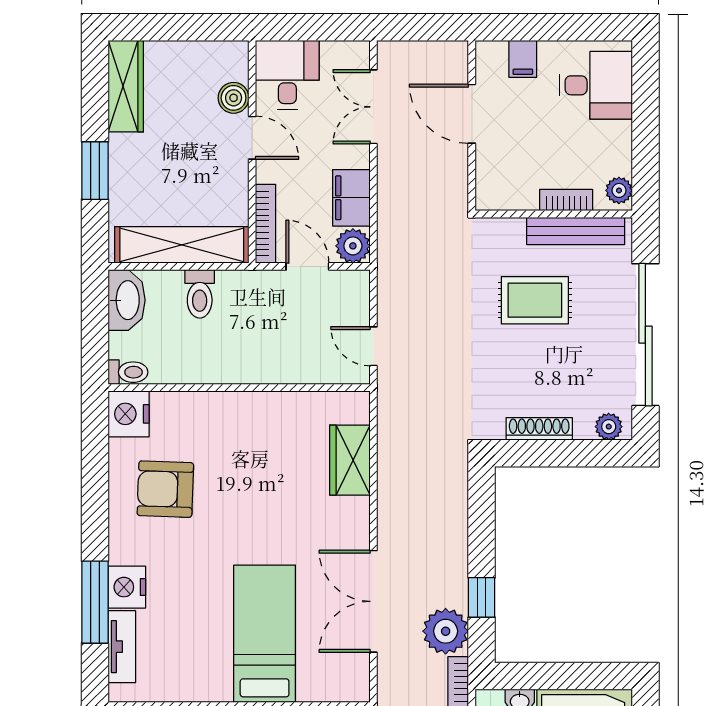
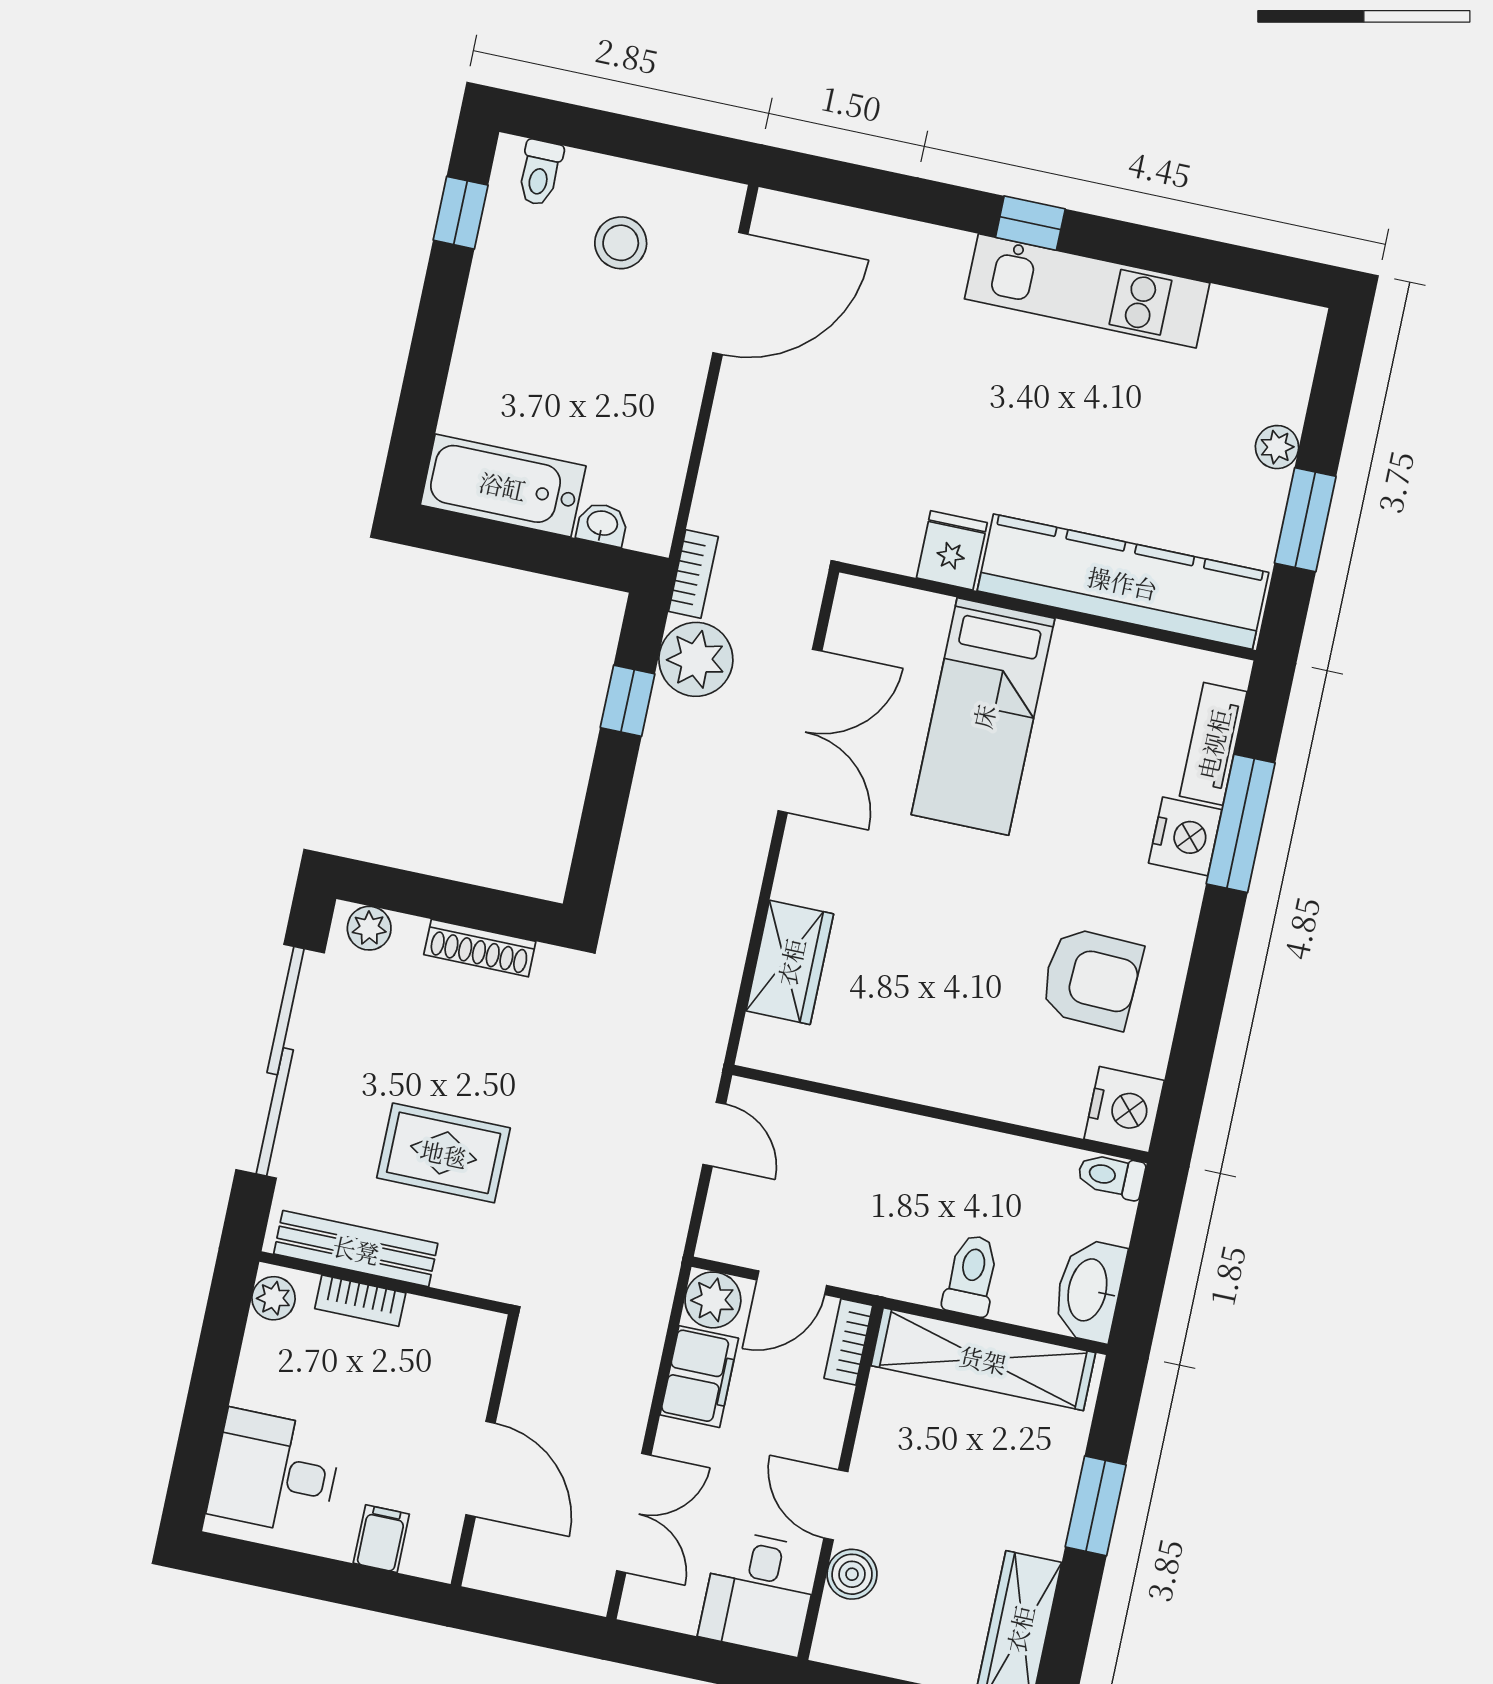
bookcase: (266, 224) -> (848, 1342), width x0.64
door: (307, 266) -> (792, 1283), hinge flipped

